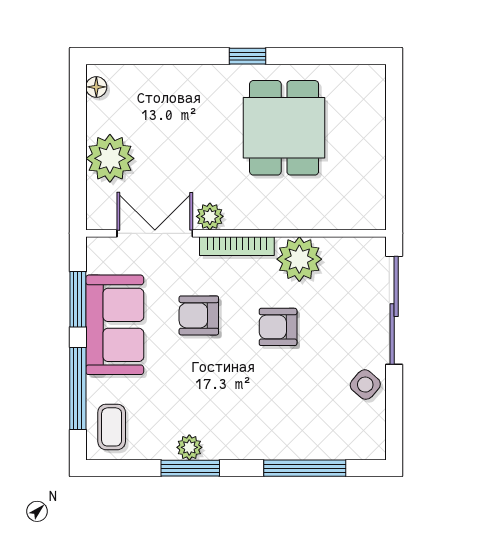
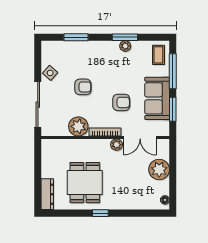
dresser: (372, 100) -> (47, 194), added
armchair: (278, 327) -> (83, 87), moved
window: (305, 468) -> (76, 37), width x0.69

